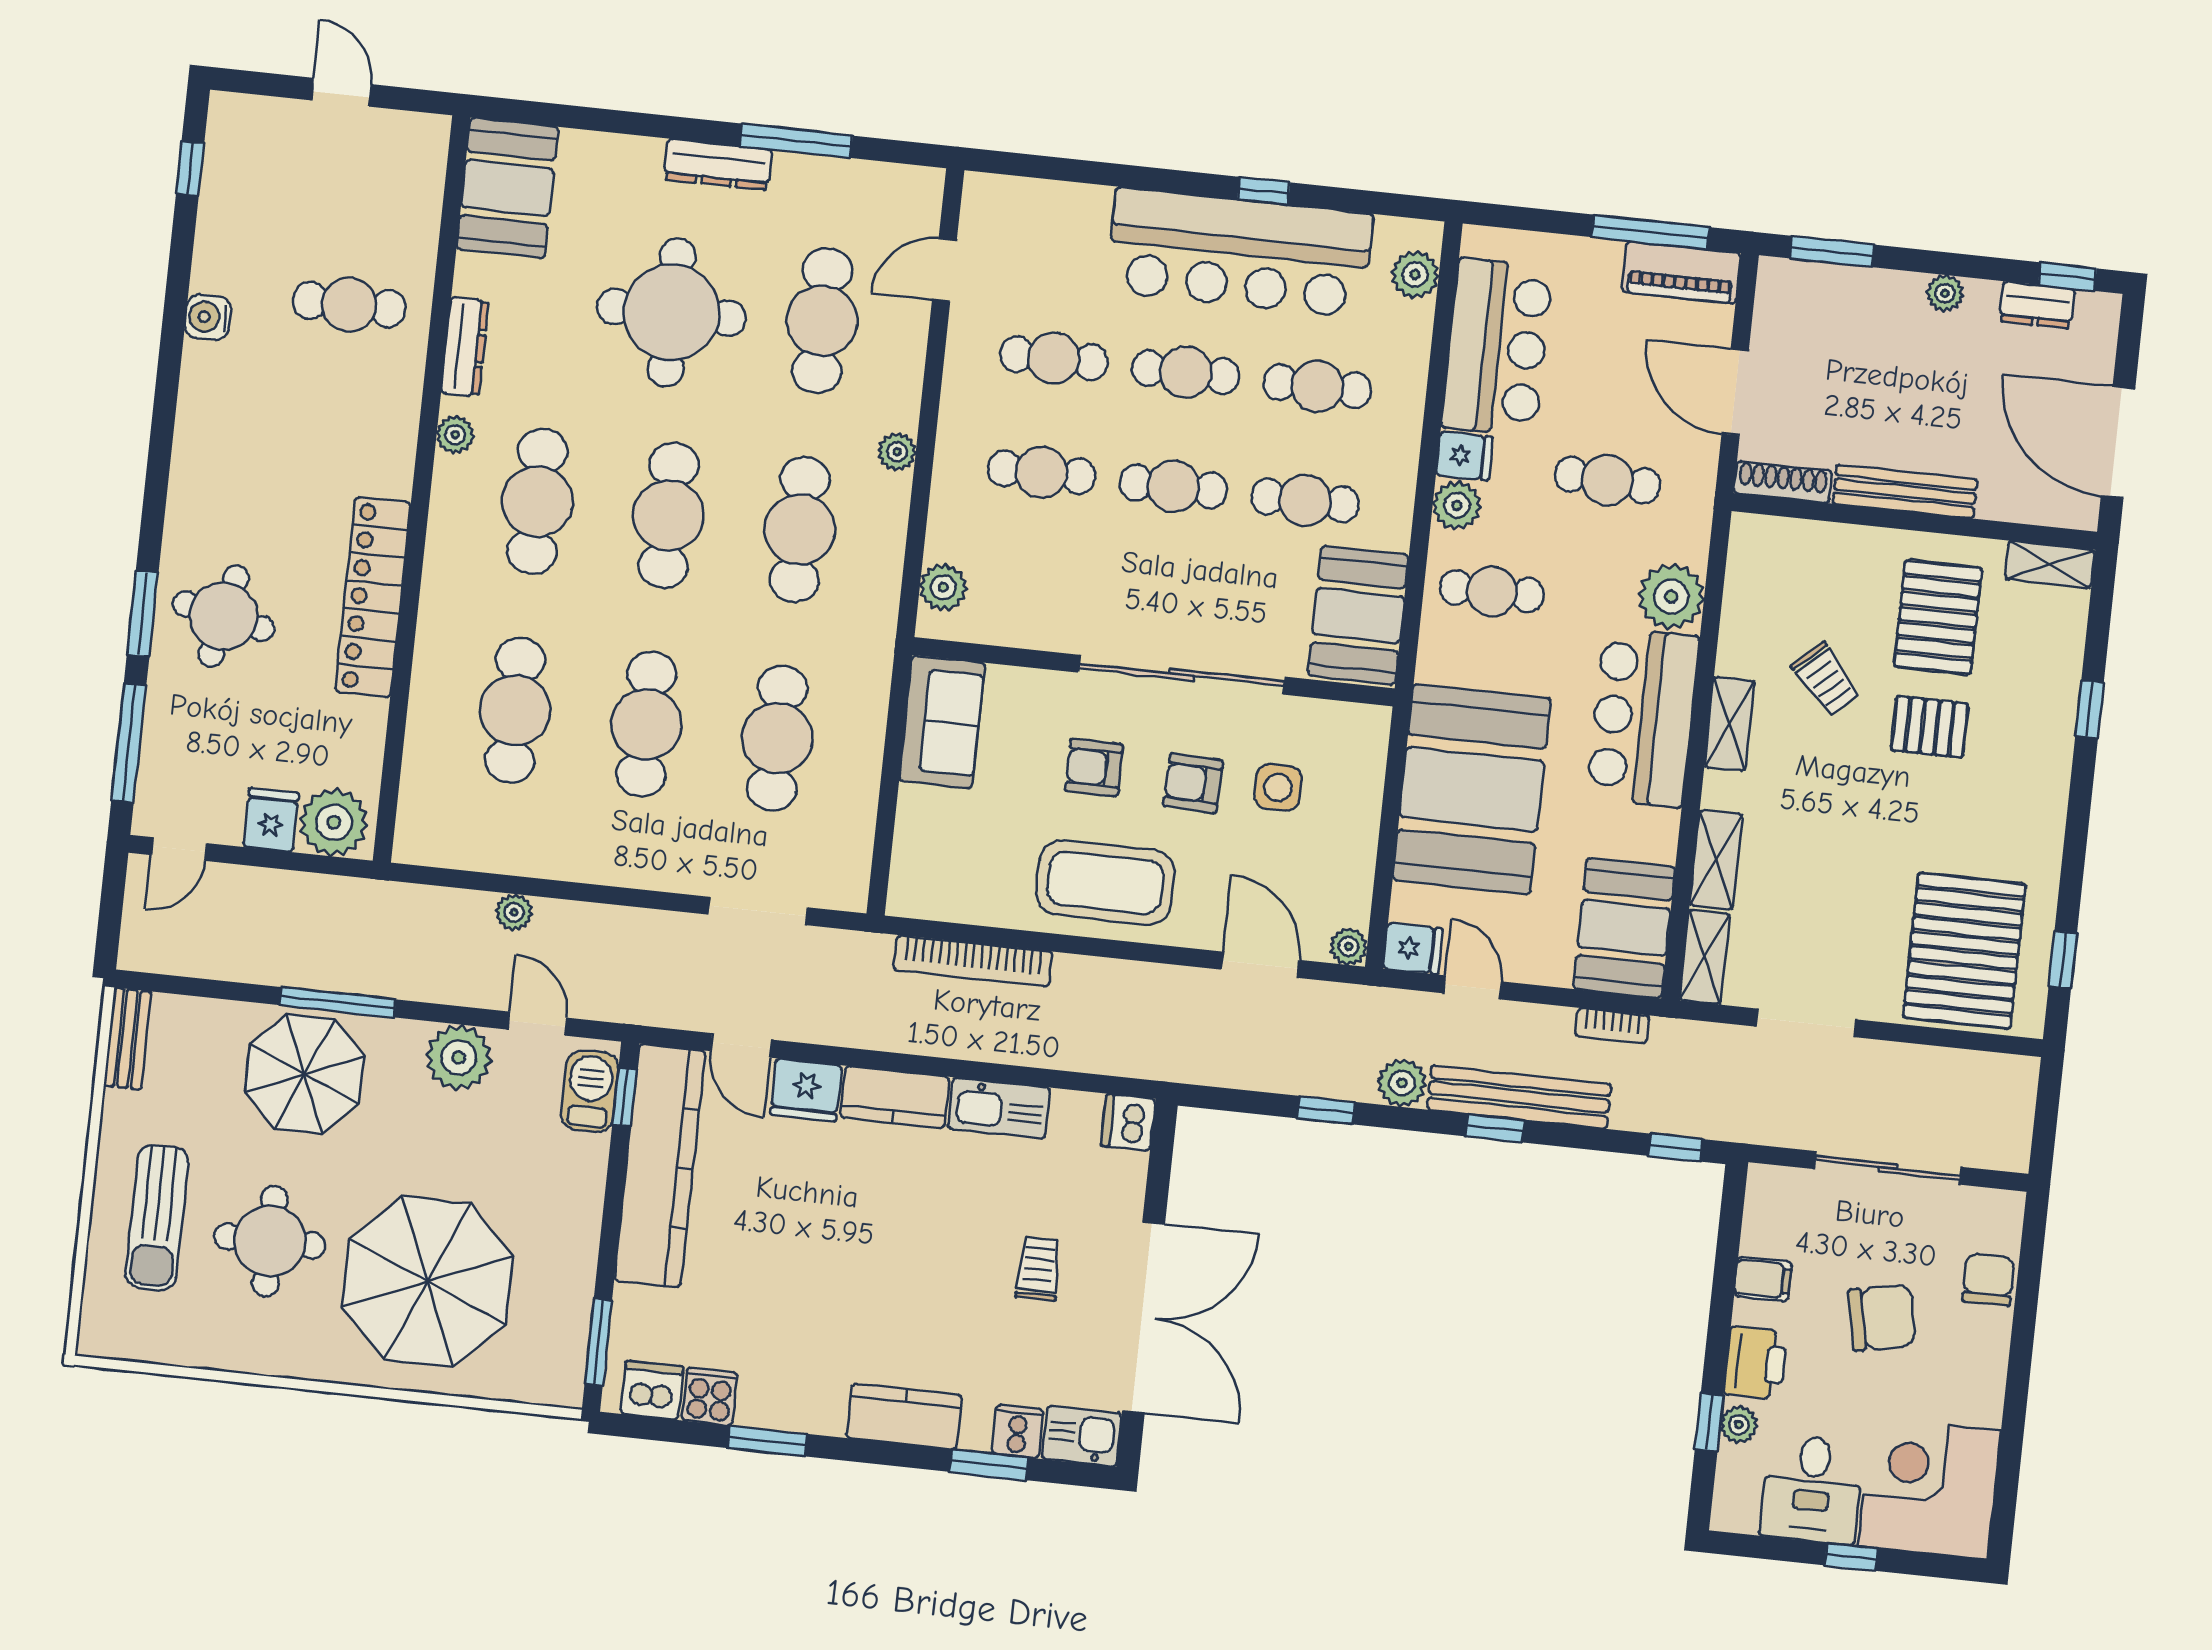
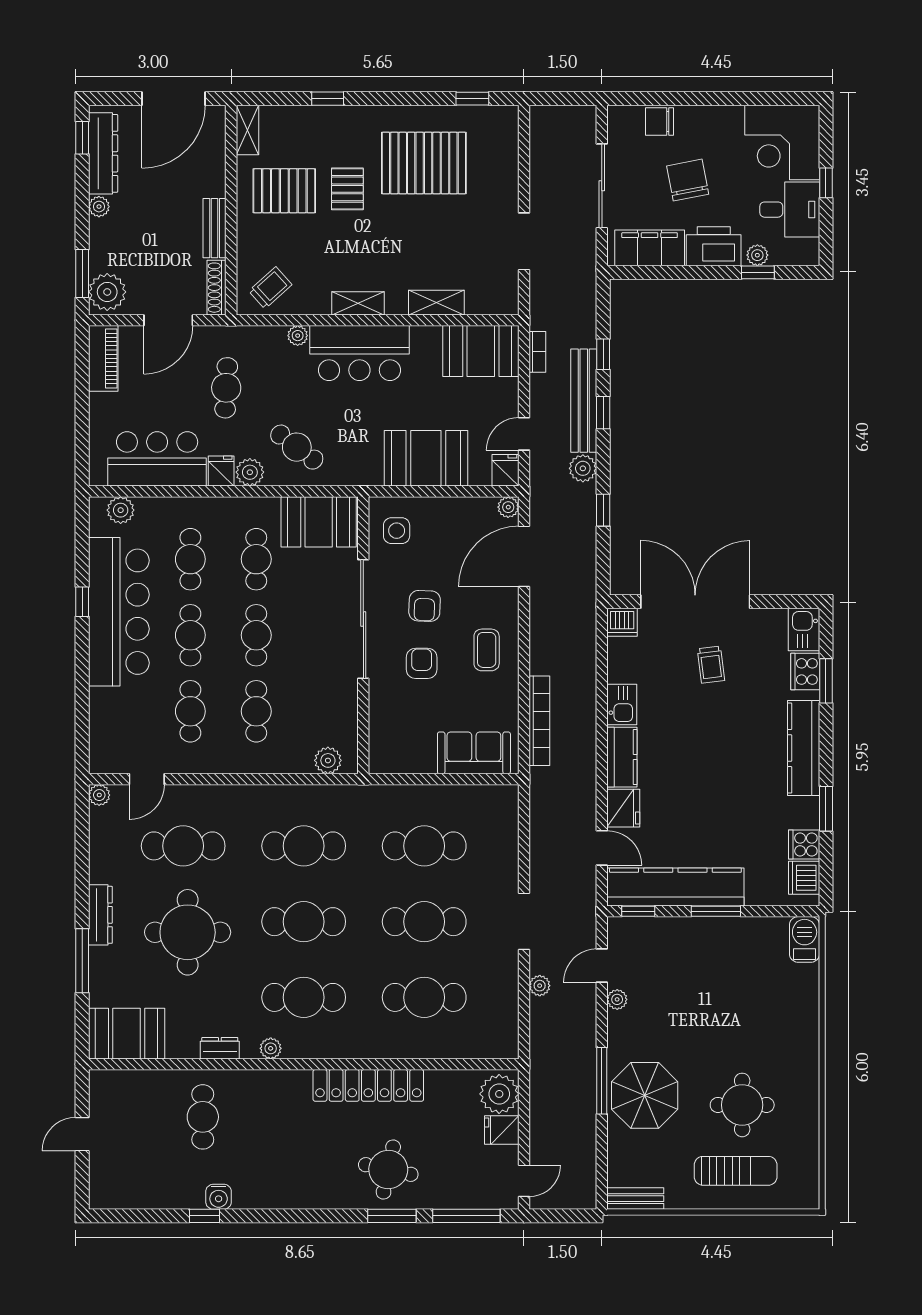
window: (796, 141) -> (82, 961), moved
window: (190, 168) -> (204, 1216), moved
window: (1650, 232) -> (82, 378), removed
door: (944, 270) -> (147, 779), hinge flipped
plant: (1795, 292) -> (107, 292), added
dresser: (2037, 305) -> (103, 153), width x1.96, depth x1.24
dresser: (465, 347) -> (220, 1048), width x0.70
plant: (897, 452) -> (99, 795), moved
bench: (1905, 491) -> (215, 228), width x0.73
cafe table: (1492, 591) -> (297, 447), turned -53
plant: (1671, 597) -> (298, 336), width x0.53, depth x0.53
trolley: (1826, 679) -> (270, 288), moved
sofa: (942, 722) -> (474, 753), moved
armchair: (1094, 768) -> (422, 663), turned 180
side table: (1278, 788) -> (397, 531), moved
booth: (1472, 789) -> (426, 458), width x0.73, depth x0.70
door: (179, 849) -> (524, 1181), hinge flipped
coffee table: (1105, 883) -> (487, 650), width x0.54, depth x0.58
doorway: (758, 911) -> (524, 921), moved
pallet: (1964, 951) -> (424, 163), moved
shelving: (1705, 957) -> (492, 303), removed
door: (1260, 965) -> (524, 556), width x1.36
door: (741, 1045) -> (602, 848), hinge flipped
plant: (459, 1058) -> (617, 999), width x0.53, depth x0.53
barbecue: (590, 1091) -> (805, 939), moved, turned 90
kitchen sink: (999, 1108) -> (622, 704), width x0.73
window: (1676, 1148) -> (603, 354), moved
trolley: (1038, 1269) -> (711, 665), turned -97
filing cabinet: (1763, 1279) -> (650, 248), width x3.00, depth x1.17
parasol: (427, 1282) -> (756, 1013), removed
double door: (1144, 1317) -> (695, 602), moved
window: (598, 1342) -> (716, 911), moved
printer: (1756, 1363) -> (714, 246), width x1.37, depth x1.19
kitchen counter: (904, 1416) -> (804, 748), width x1.50
cooker: (1018, 1431) -> (805, 671), width x1.36

